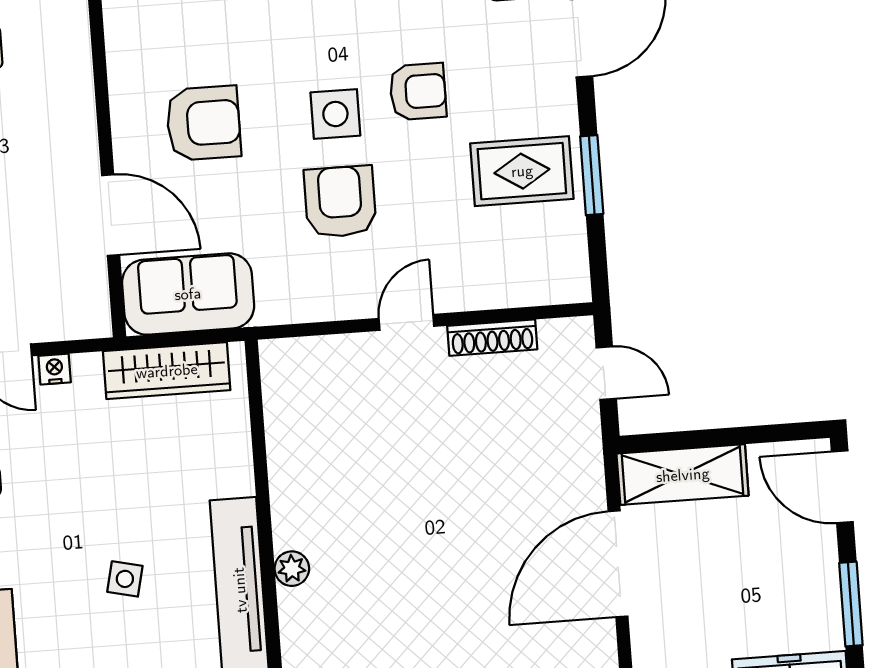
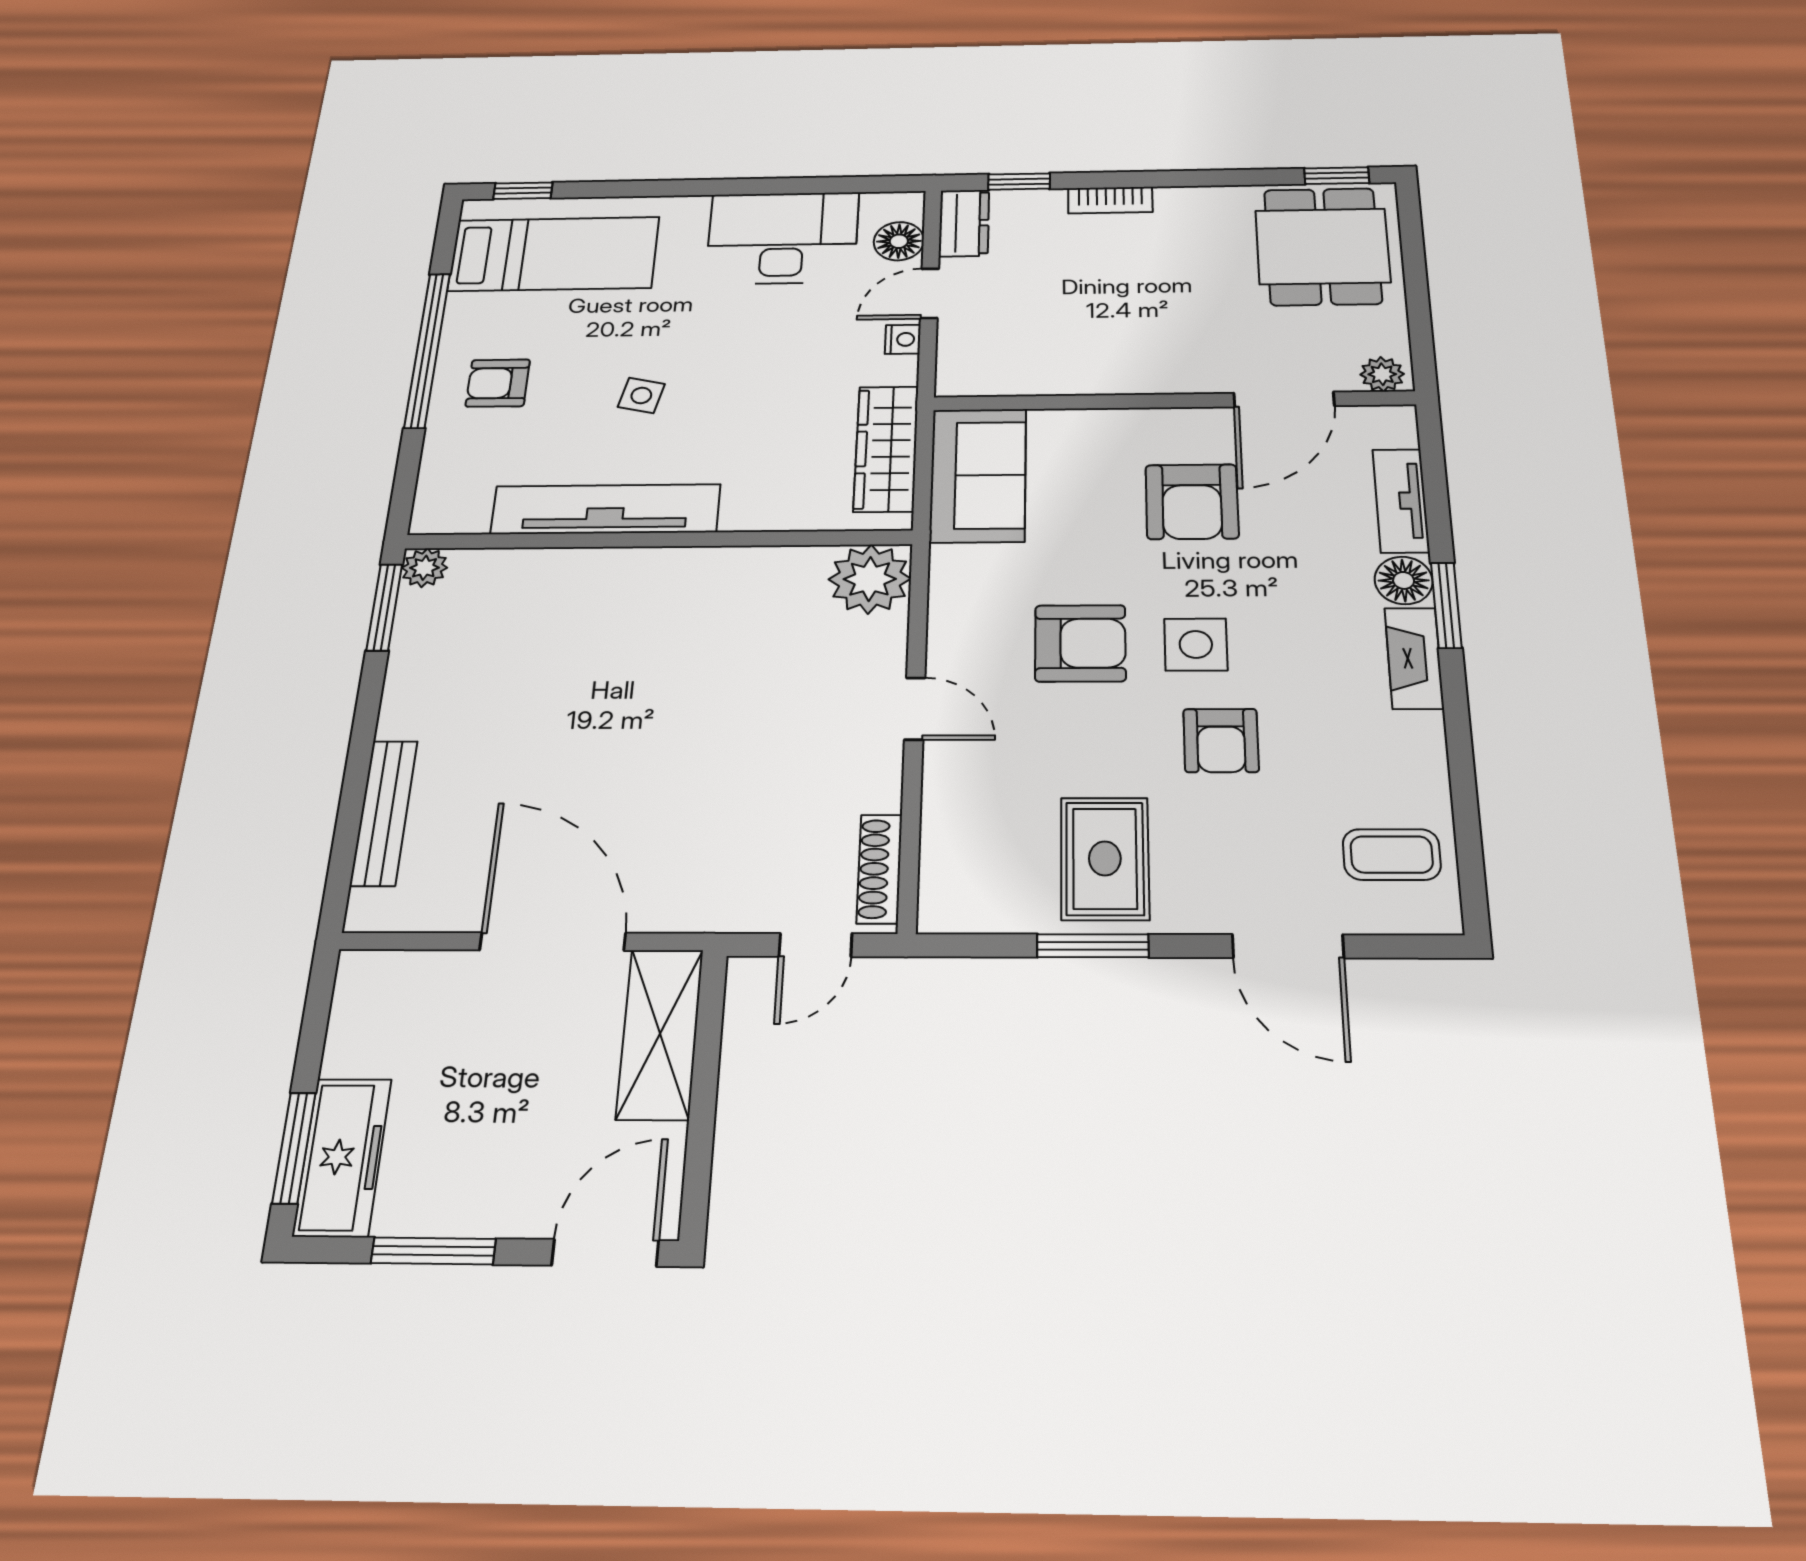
door: (111, 215) -> (1284, 399), moved
shoe rack: (492, 338) -> (879, 869), moved
plant: (292, 569) -> (870, 579), moved, width x1.87, depth x1.87

